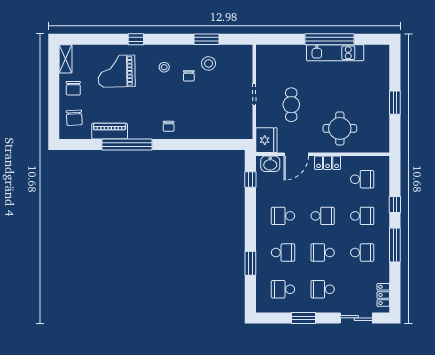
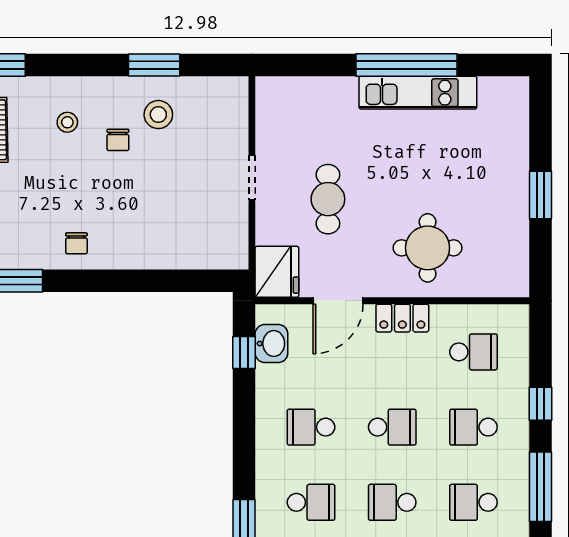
washbasin: (270, 164) -> (271, 344), moved, turned -90
school desk: (362, 216) -> (473, 427), turned 180
school desk: (362, 253) -> (473, 502), turned 180

